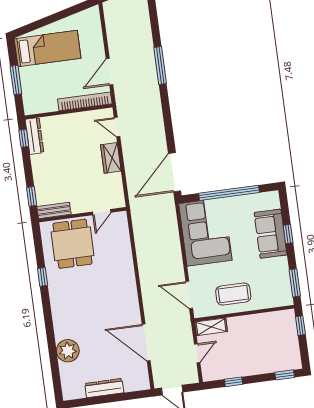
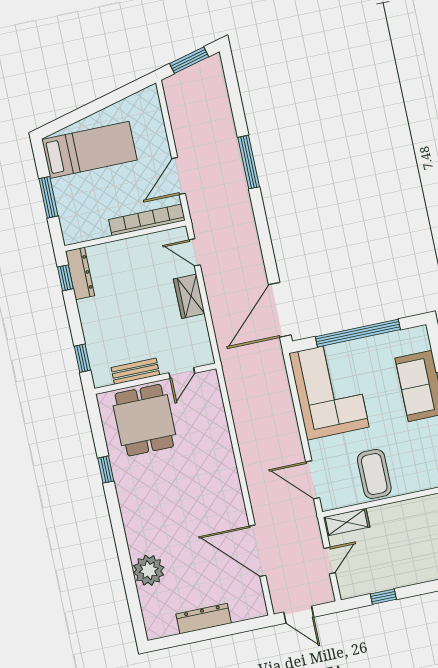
bench: (54, 210) -> (135, 371), moved
coffee table: (233, 294) -> (374, 474), turned 90

